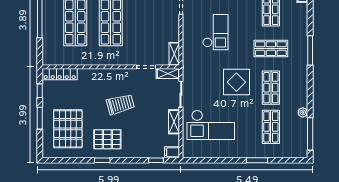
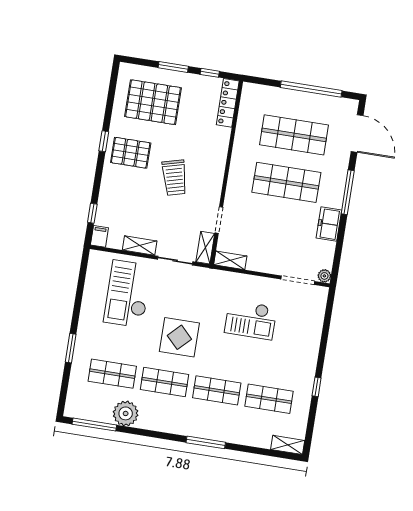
shop shelf: (271, 49) -> (217, 390), turned 90
plant: (303, 112) -> (126, 413), width x1.88, depth x1.88
pallet: (107, 139) -> (131, 153), turned 90

